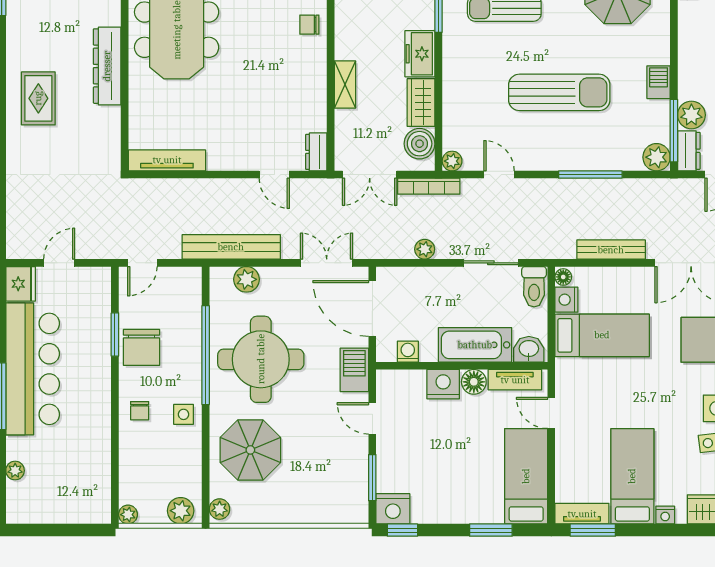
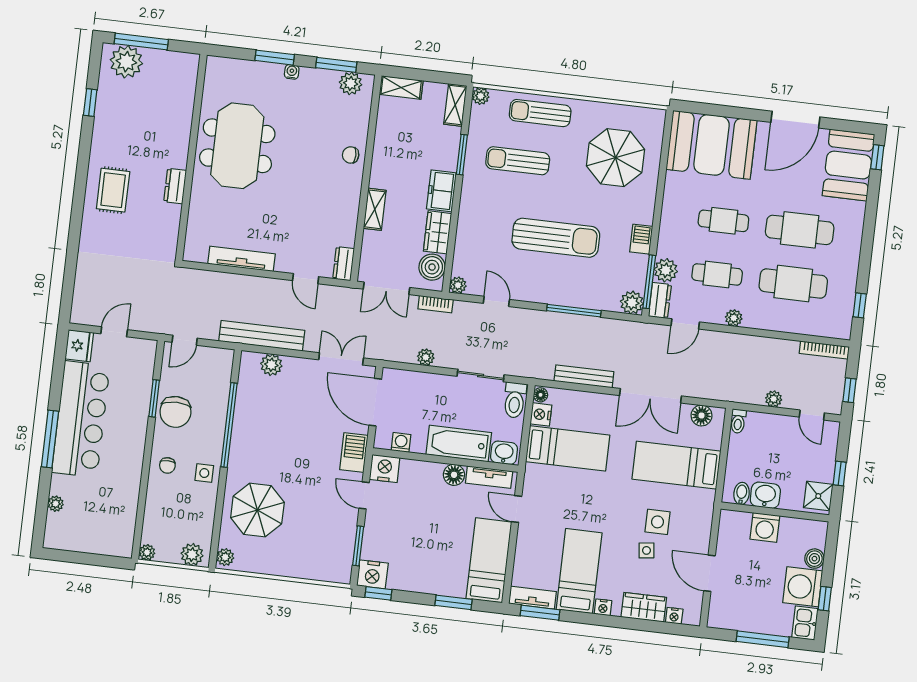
dresser: (107, 66) -> (175, 186), width x0.51, depth x0.80
tv unit: (167, 160) -> (241, 259), moved
bookcase: (429, 186) -> (436, 304), width x0.64
round table: (261, 359) -> (275, 434), removed
nightstand: (443, 384) -> (385, 469), moved

